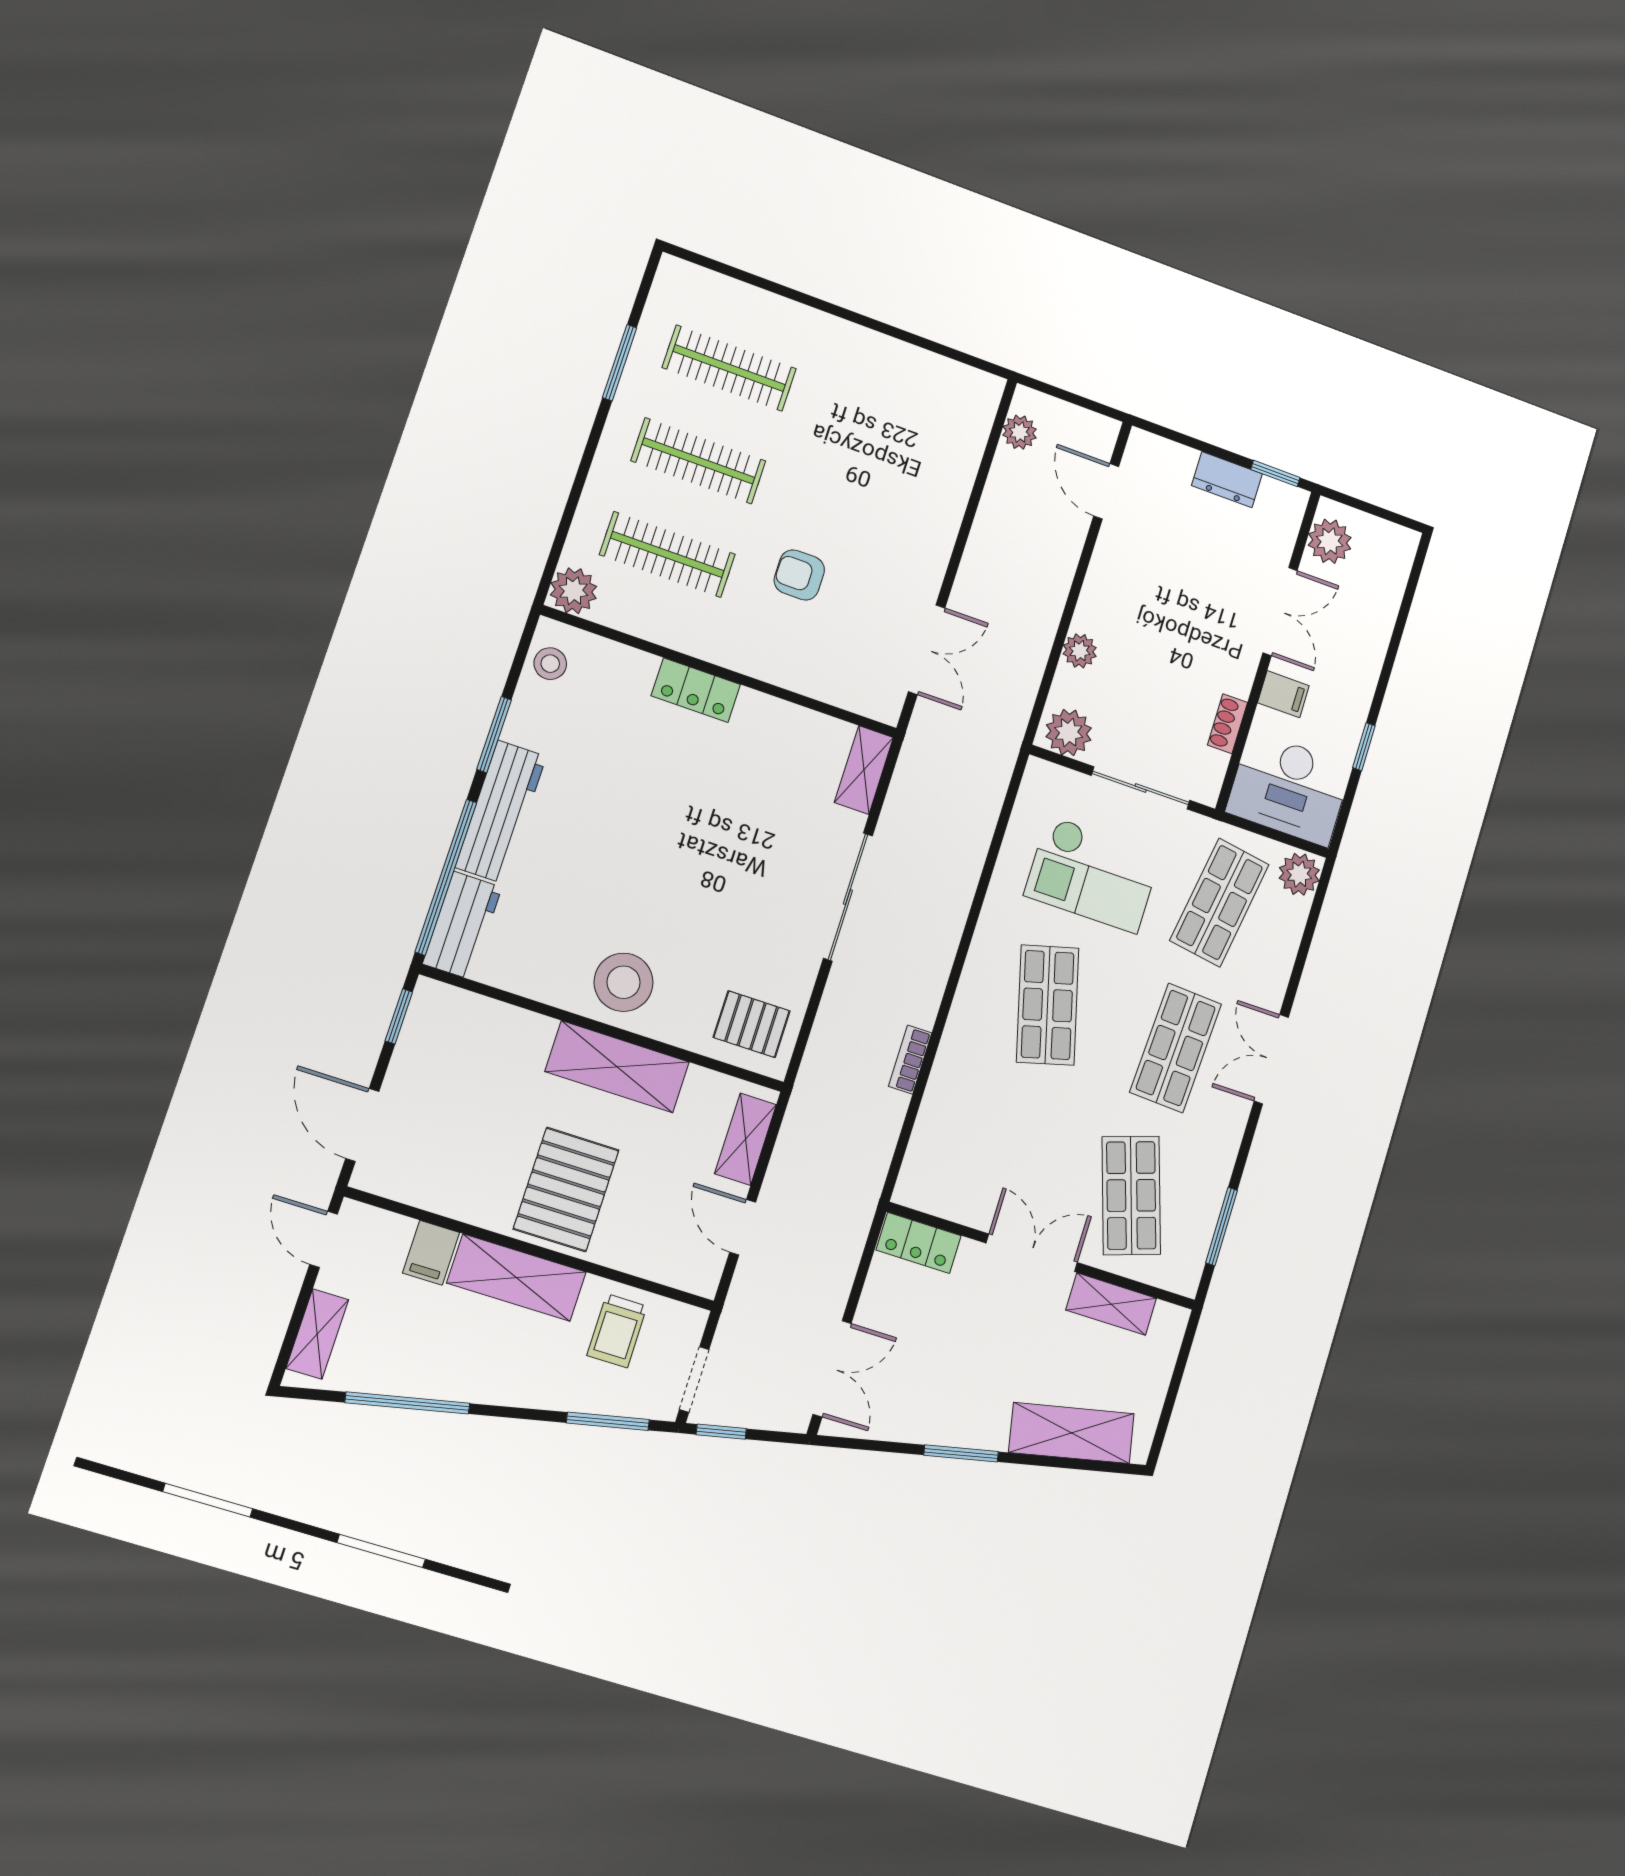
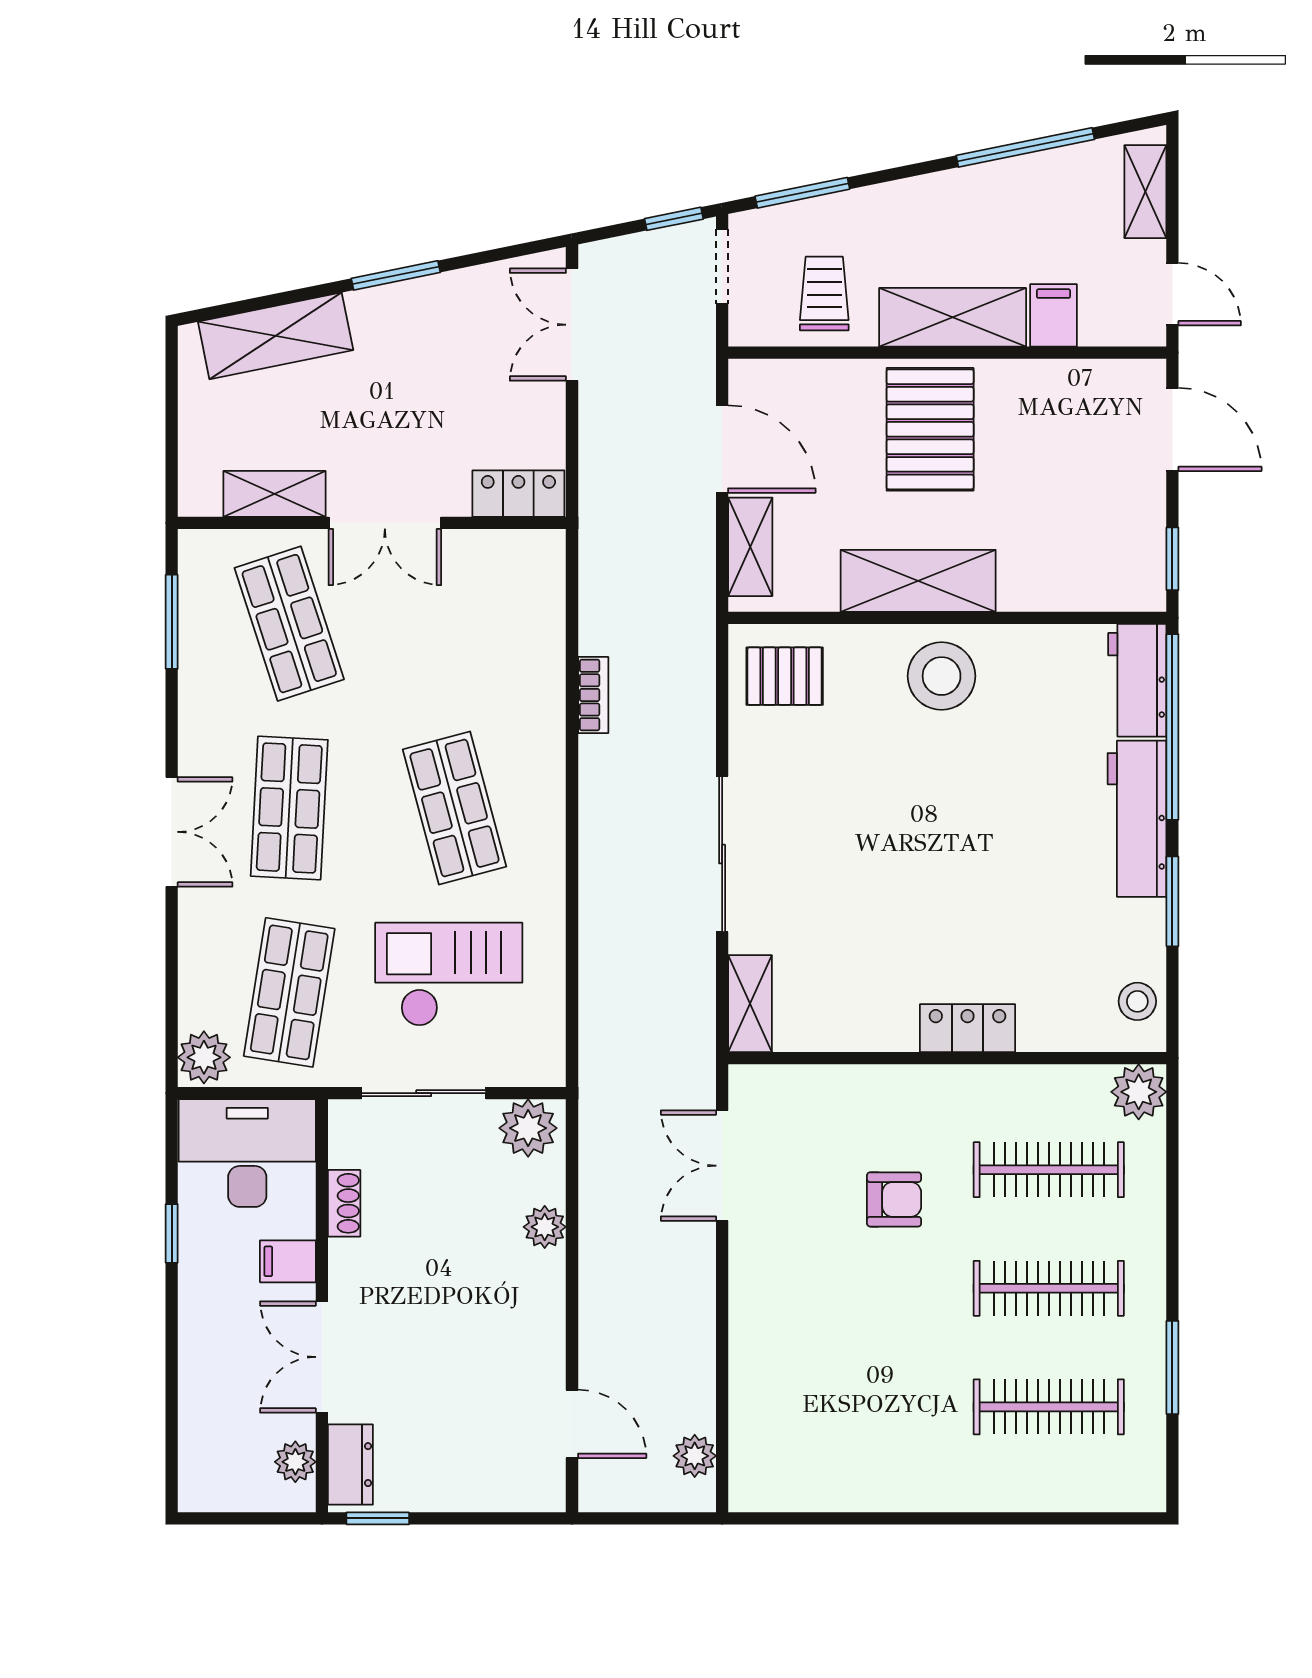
dresser: (1227, 480) -> (350, 1465), moved, turned 90
plant: (1330, 541) -> (295, 1462), width x0.73, depth x0.73
door: (743, 1227) -> (722, 449), width x1.38

